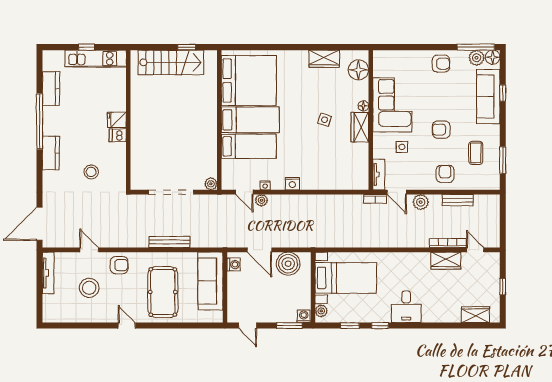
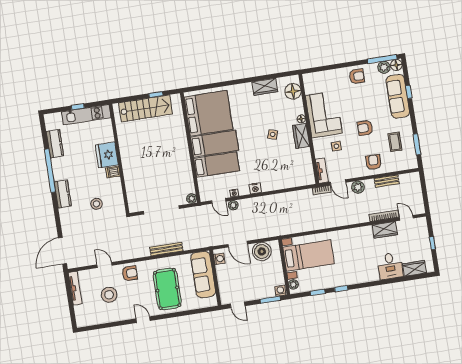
fridge: (117, 120) -> (107, 155), width x1.88, depth x1.34
desk: (406, 307) -> (390, 266), moved

